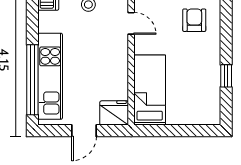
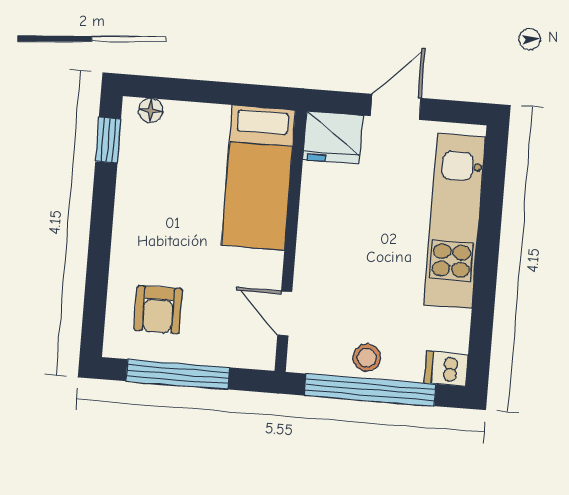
window: (226, 76) -> (108, 140), moved
window: (32, 80) -> (490, 217), removed
floor lamp: (206, 119) -> (151, 111), added

